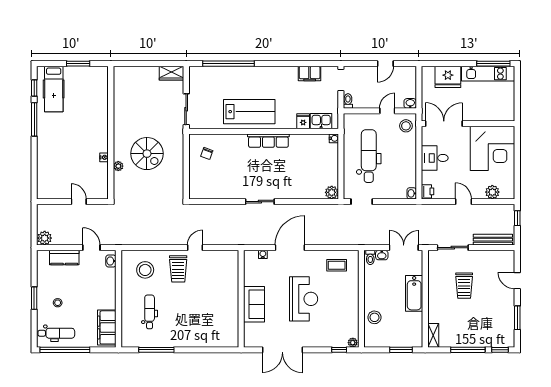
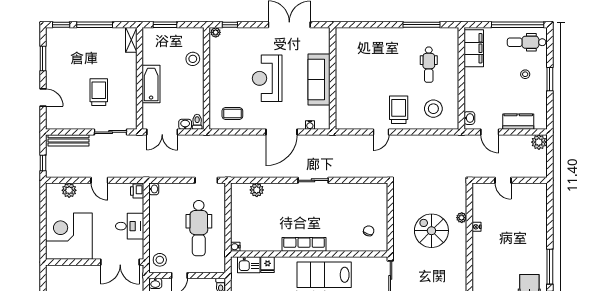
plant: (332, 192) -> (257, 190), moved
sofa: (254, 304) -> (319, 79), width x1.36

